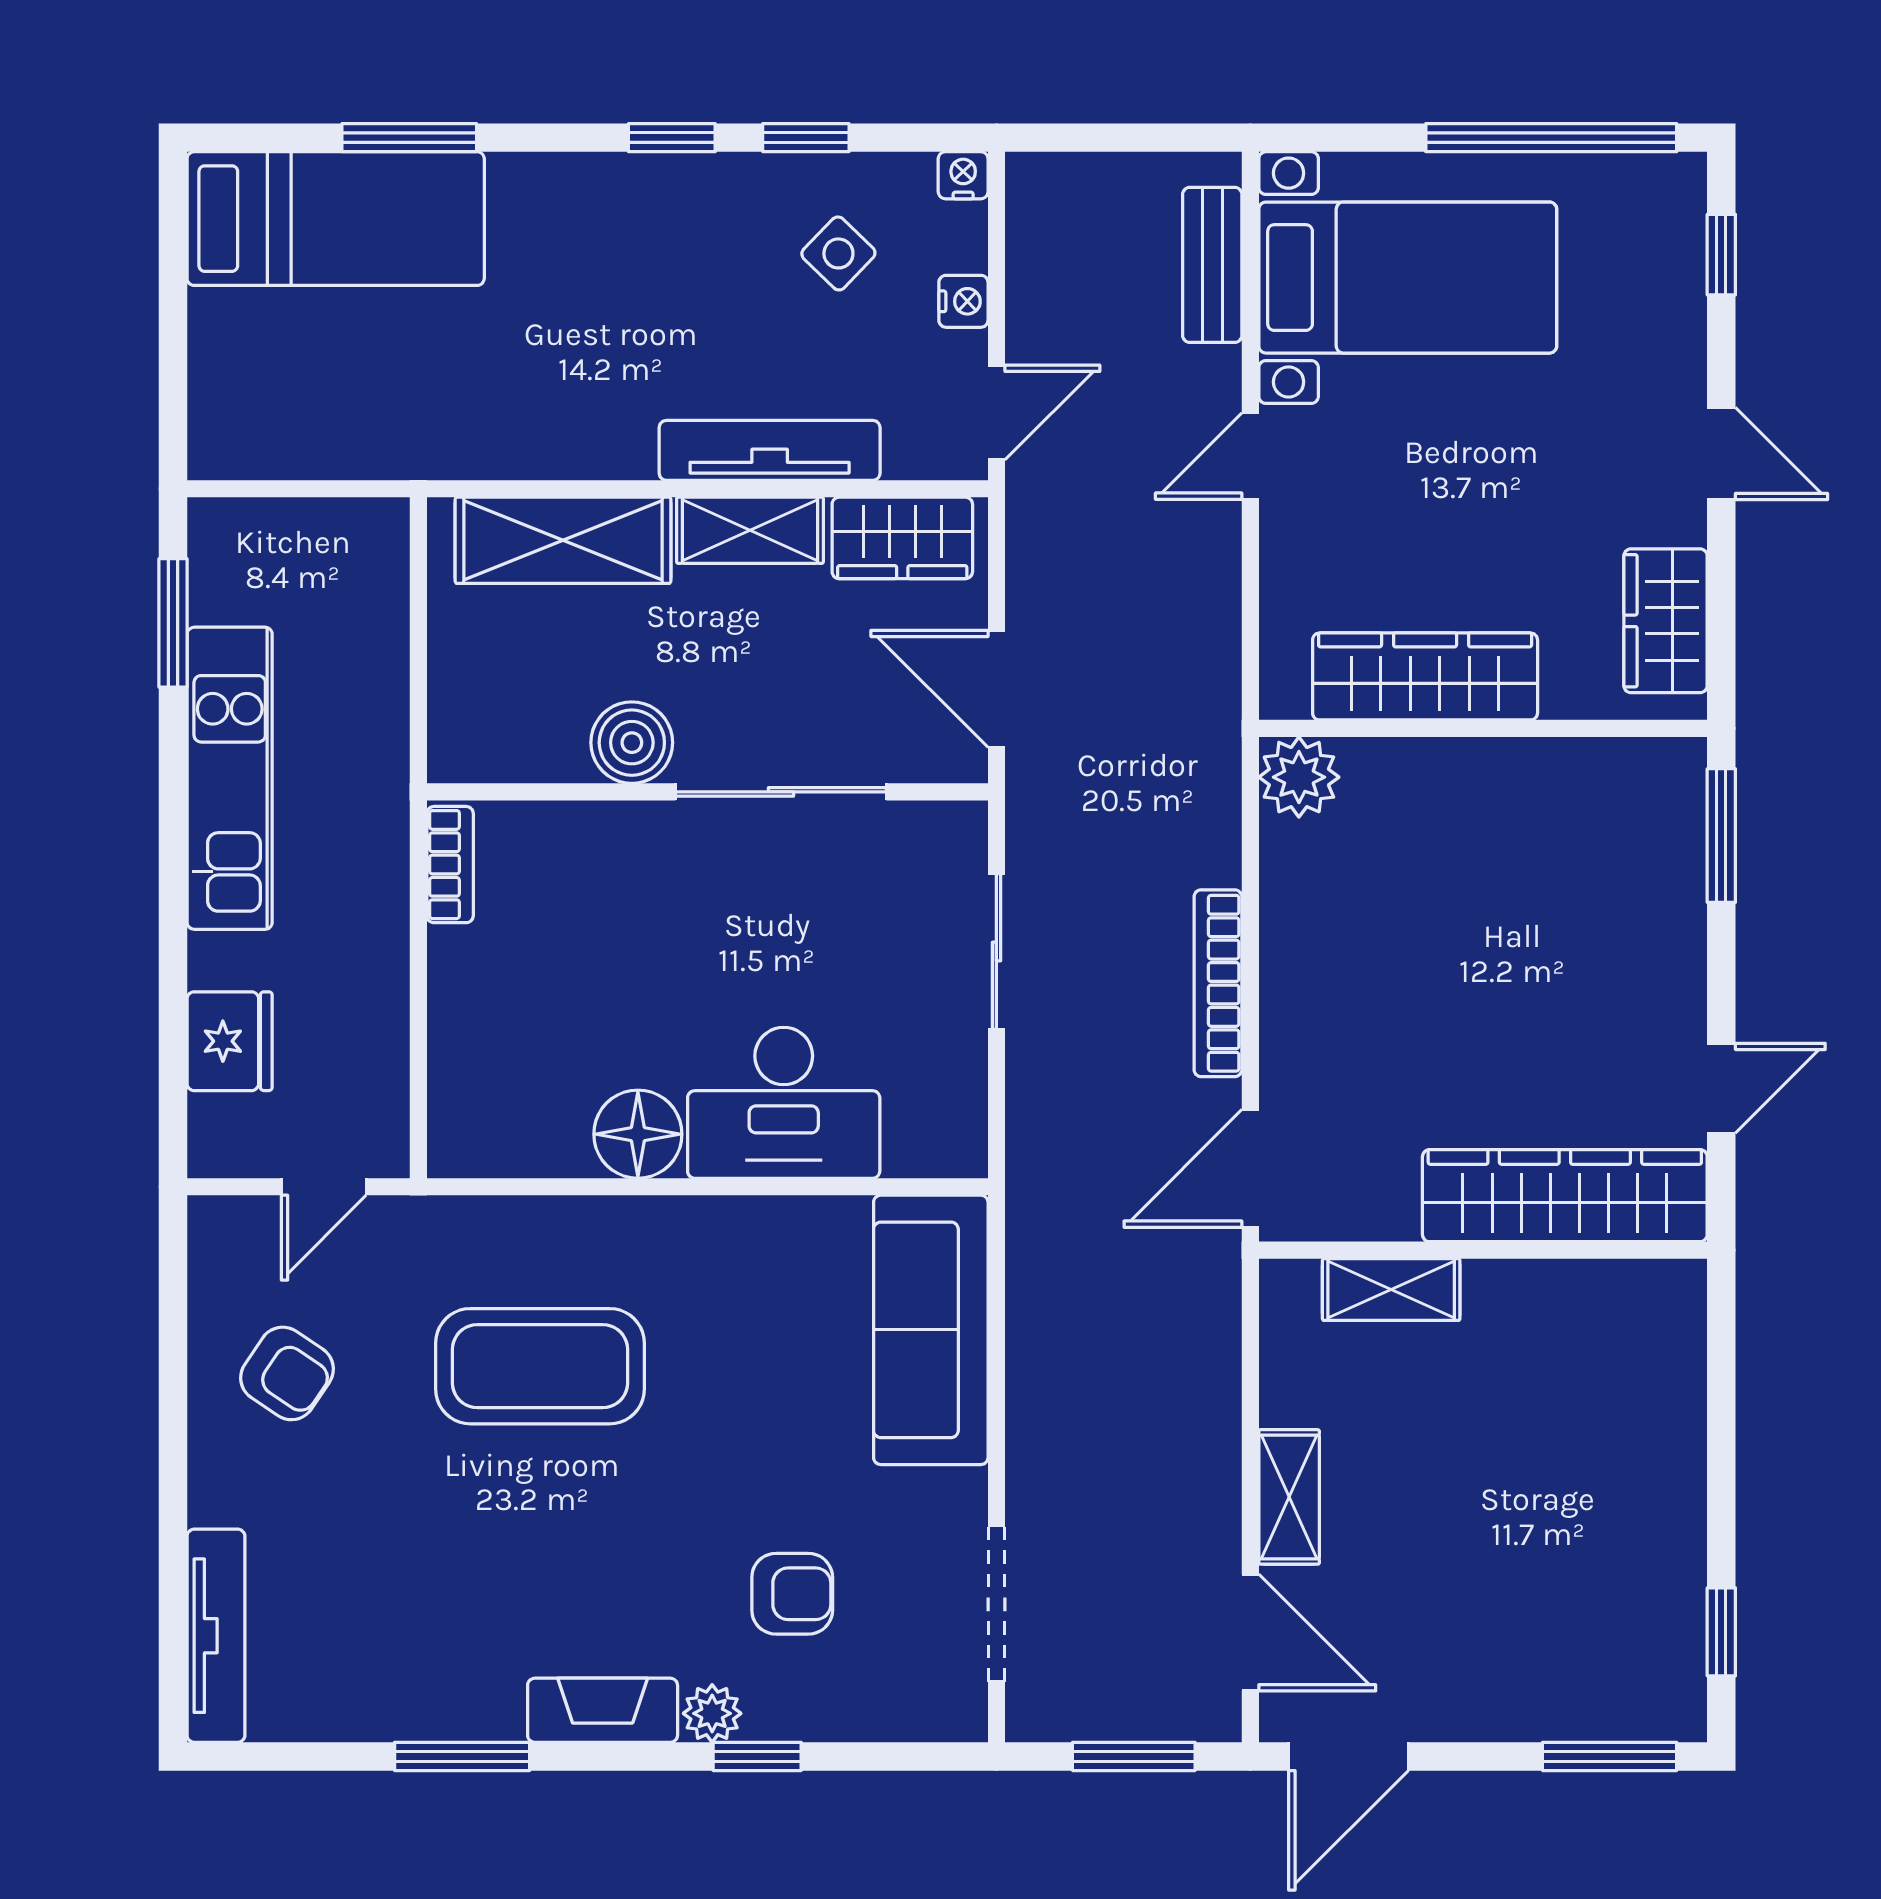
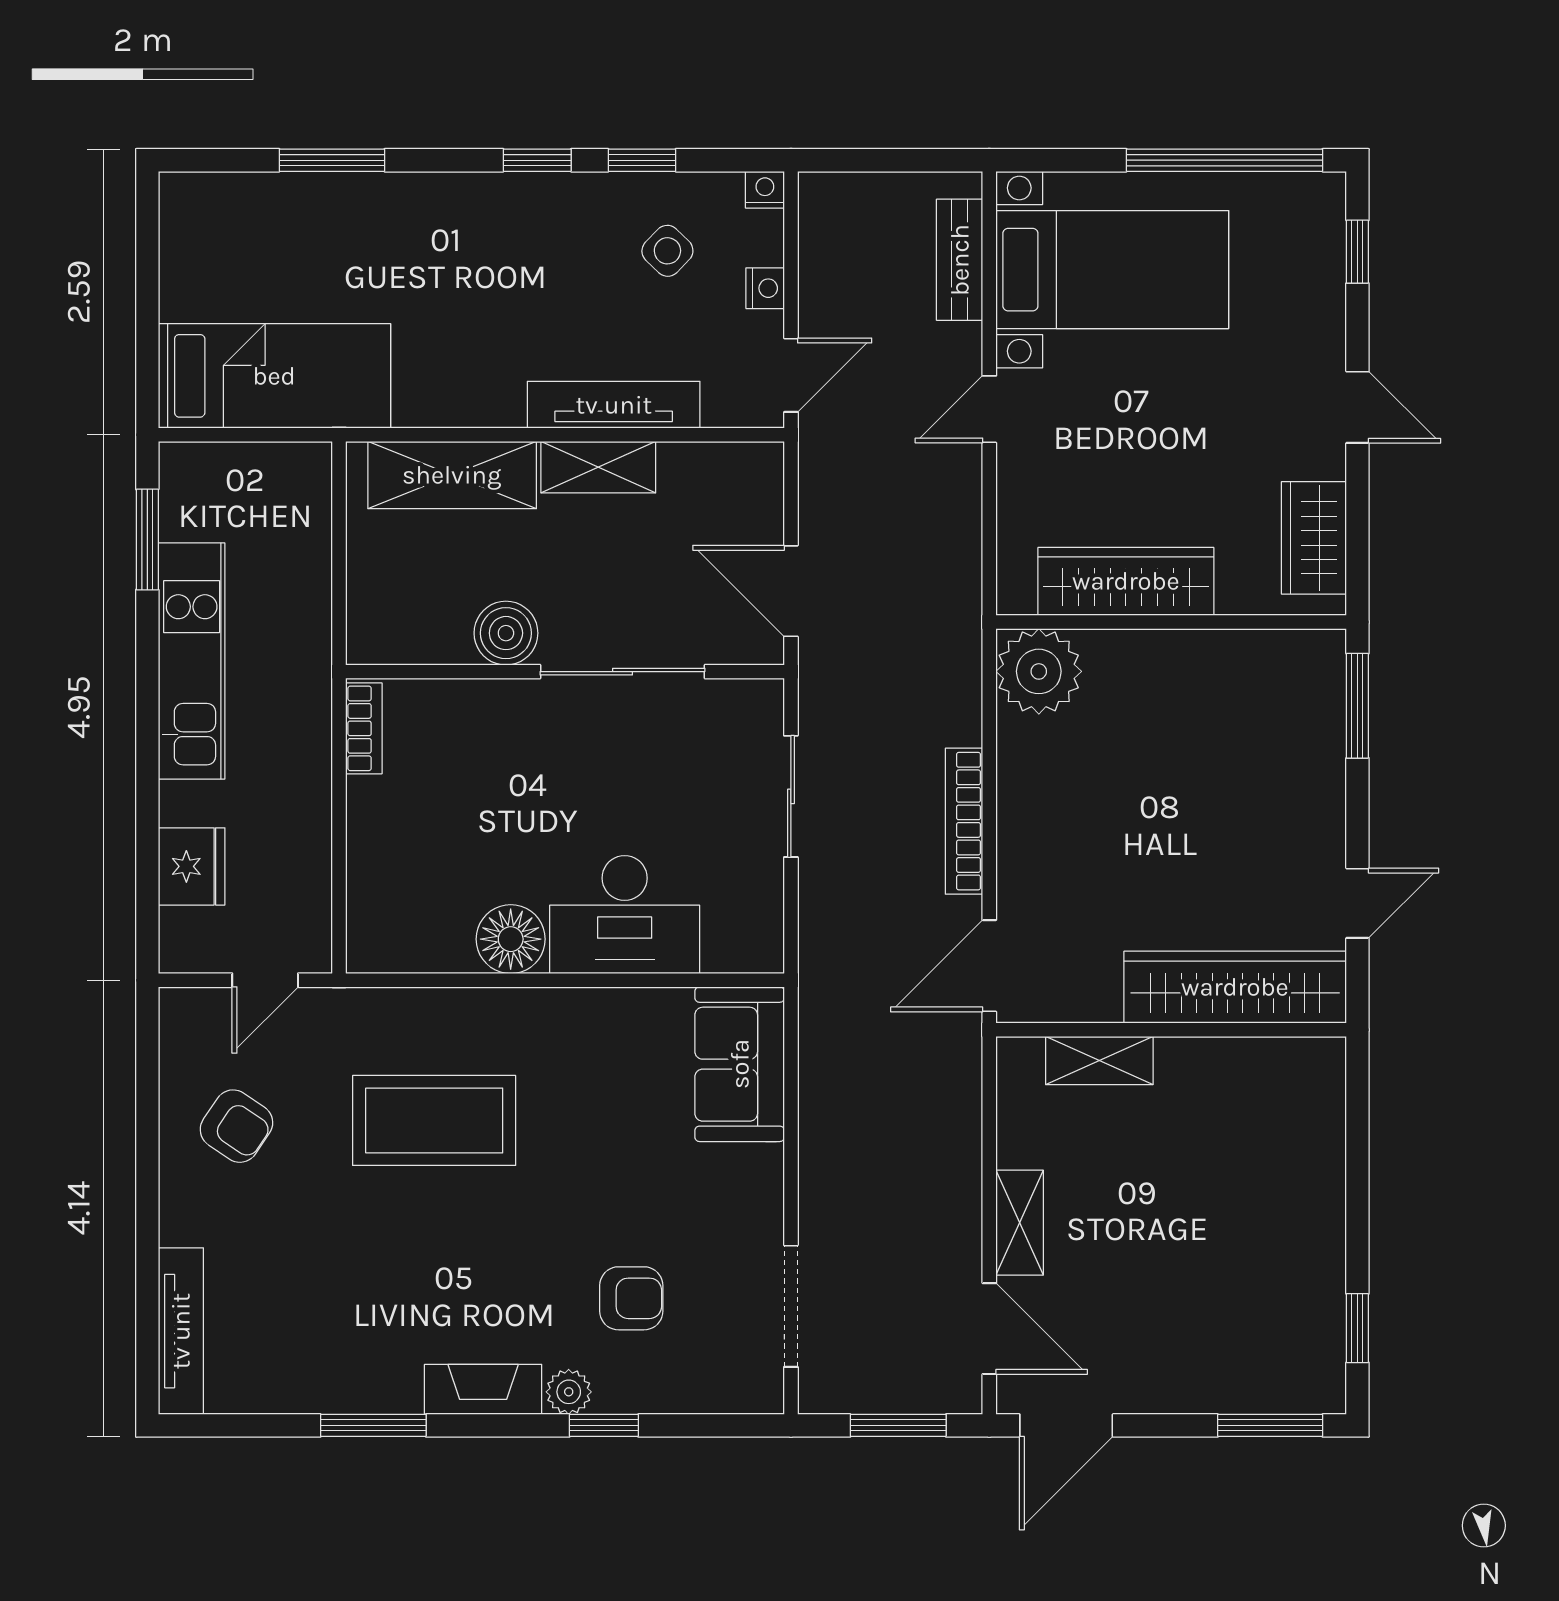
bed: (336, 219) -> (274, 376), moved
wardrobe: (902, 538) -> (717, 473), removed
plant: (1299, 777) -> (1039, 671), width x1.36, depth x1.36
sofa: (931, 1330) -> (740, 1064), width x0.73

